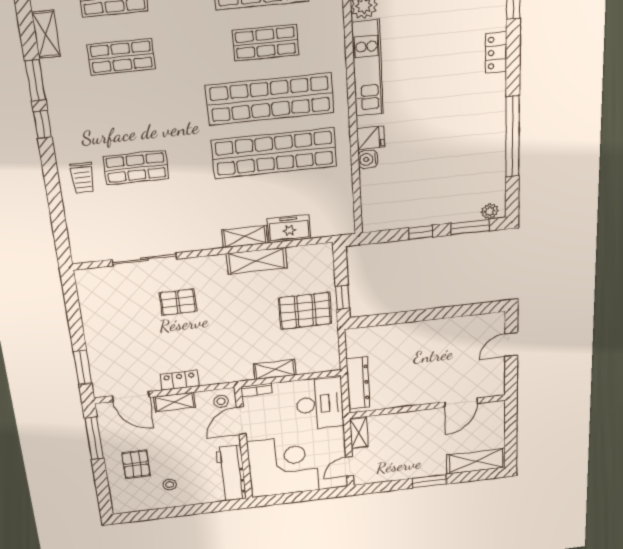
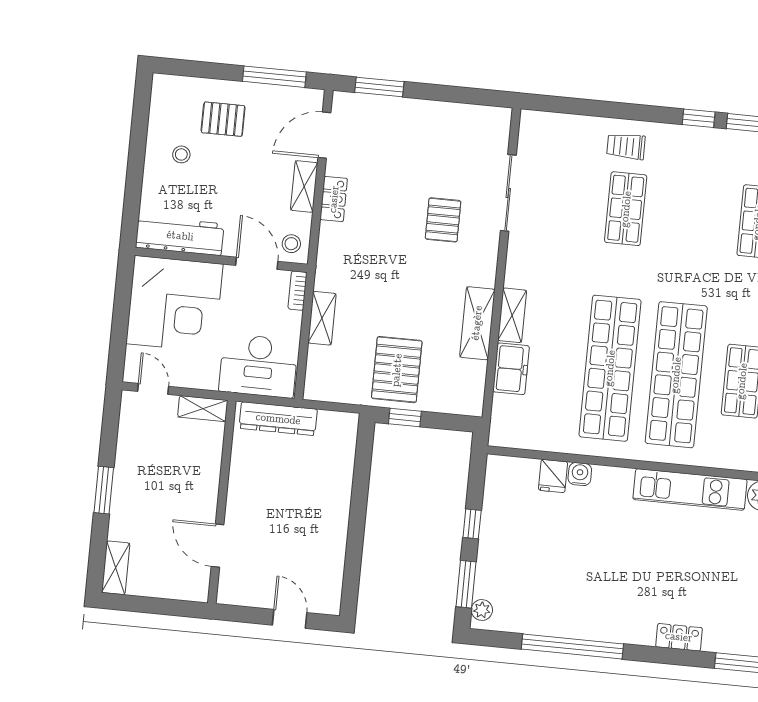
fridge: (371, 138) -> (553, 476), moved
shelving: (476, 461) -> (116, 568), width x0.67, depth x0.75

